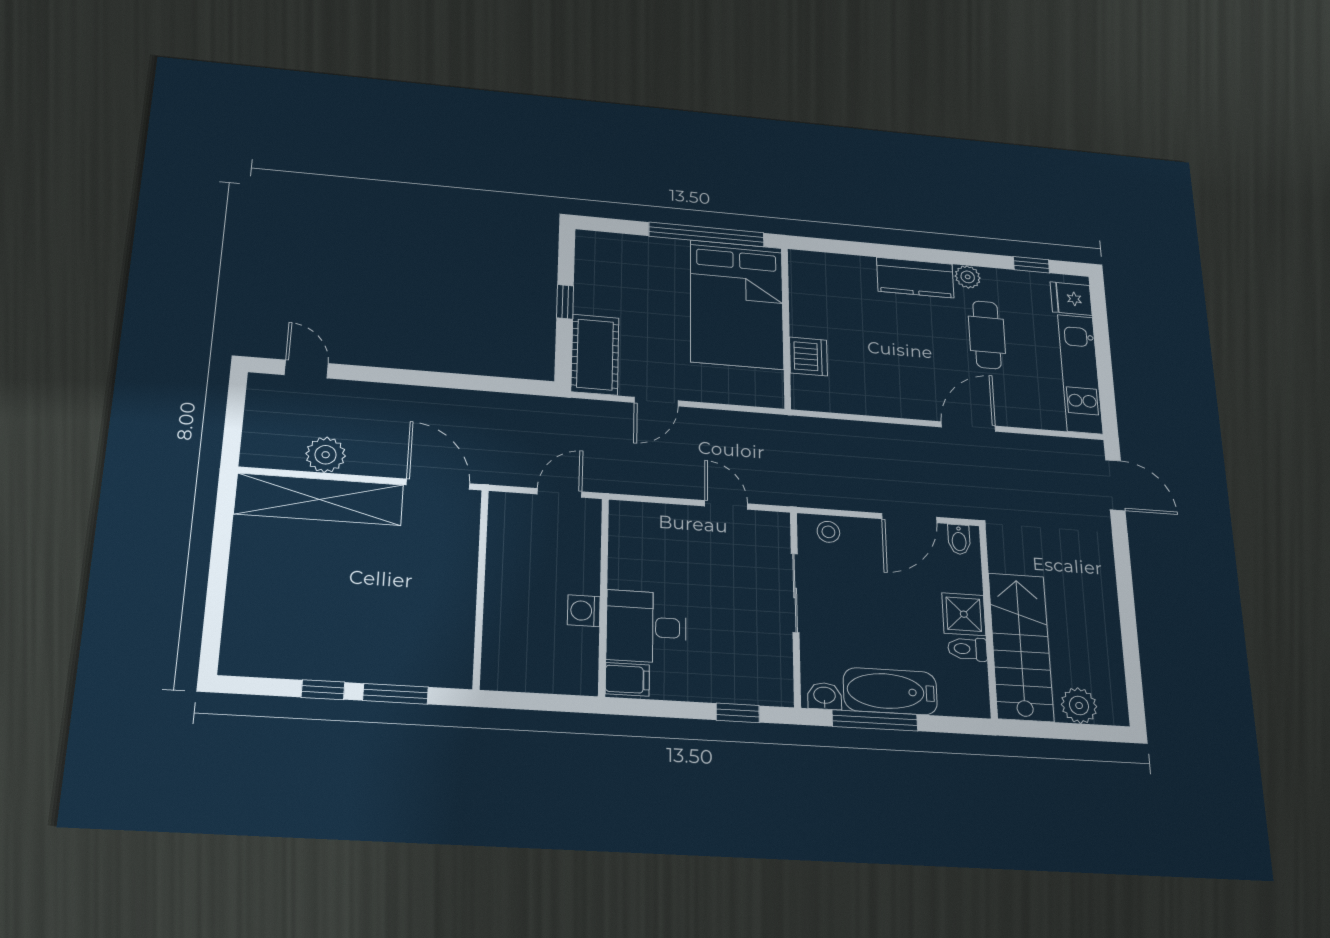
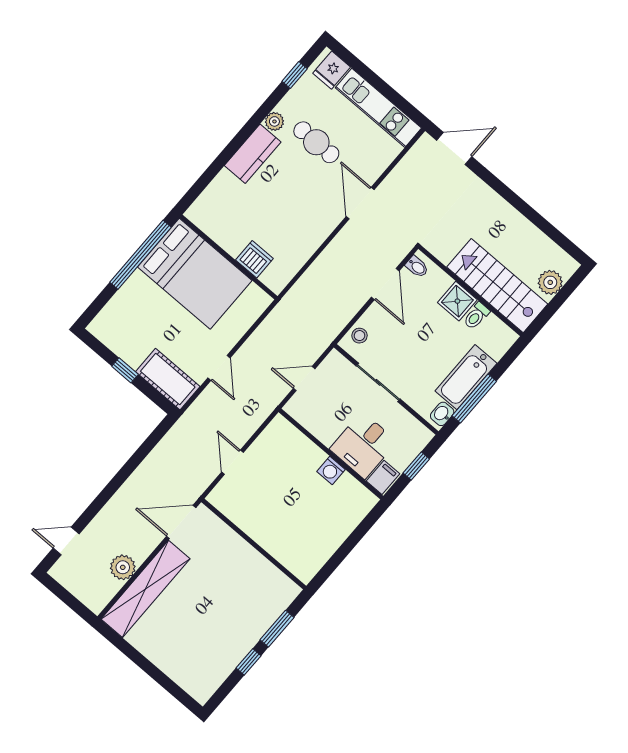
wall: (604, 596) -> (331, 454), moved
washing machine: (584, 611) -> (331, 470), moved
desk: (646, 627) -> (363, 445), moved
filing cabinet: (627, 679) -> (383, 477), moved

